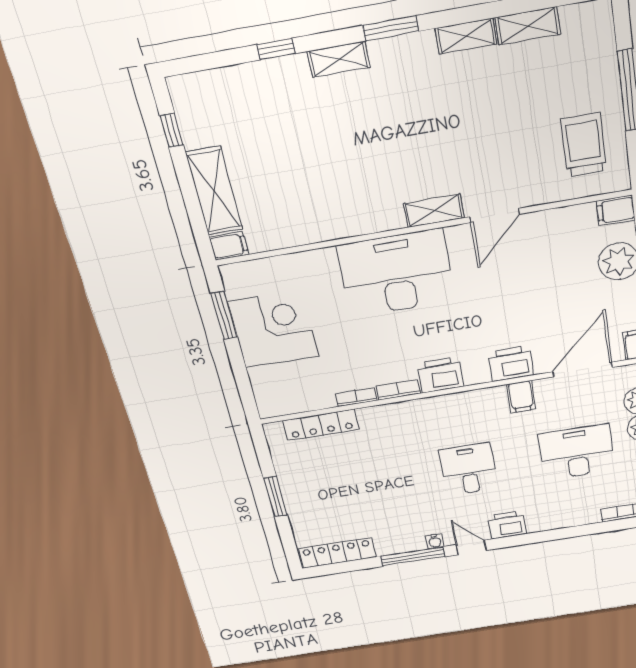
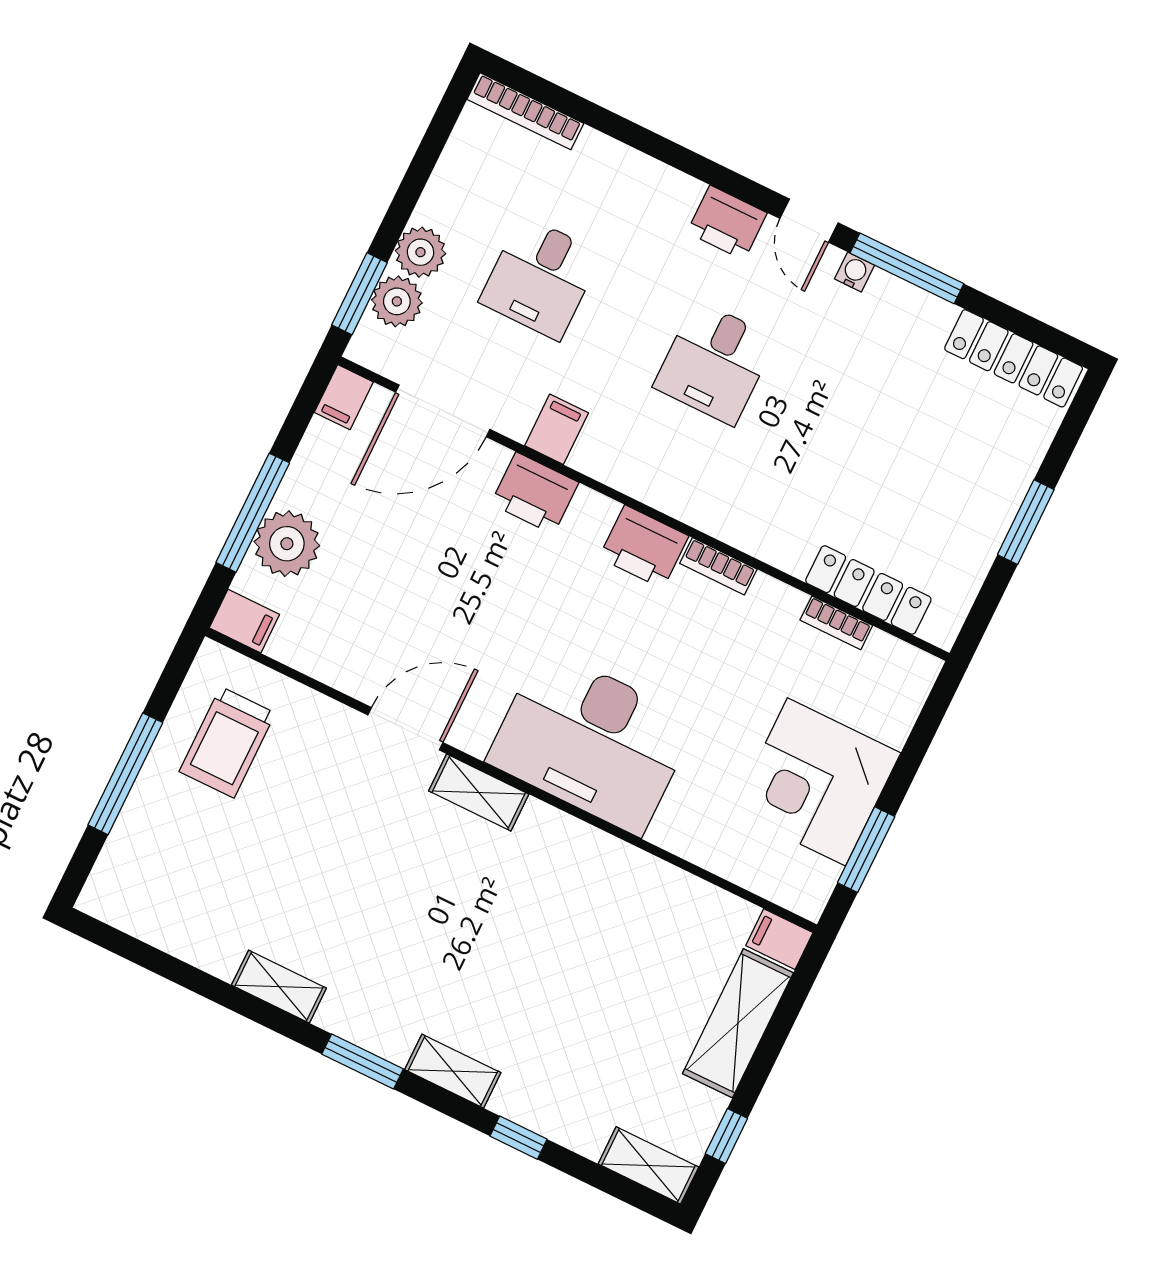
shelving: (528, 26) -> (648, 1165), moved
bookcase: (356, 397) -> (836, 623), moved
desk: (577, 452) -> (540, 278), width x0.73

